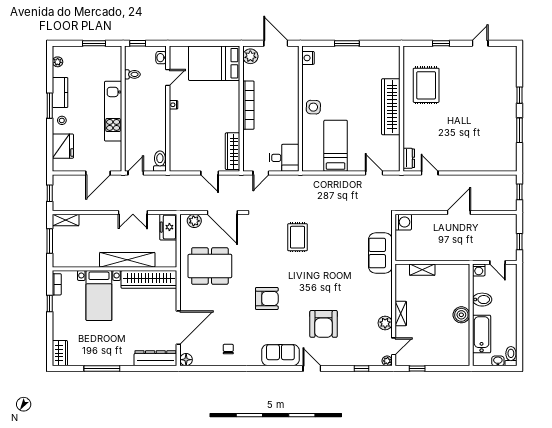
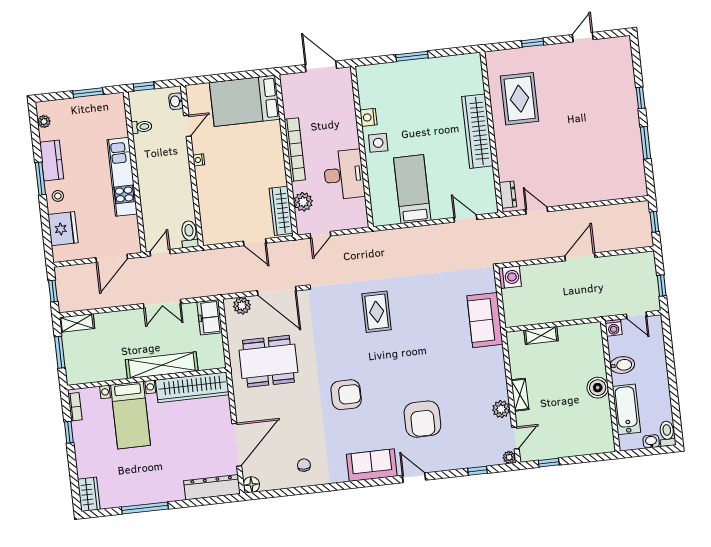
plant: (250, 56) -> (303, 202), moved
nightstand: (308, 58) -> (368, 117), moved
desk: (284, 158) -> (344, 175), moved, width x1.37

